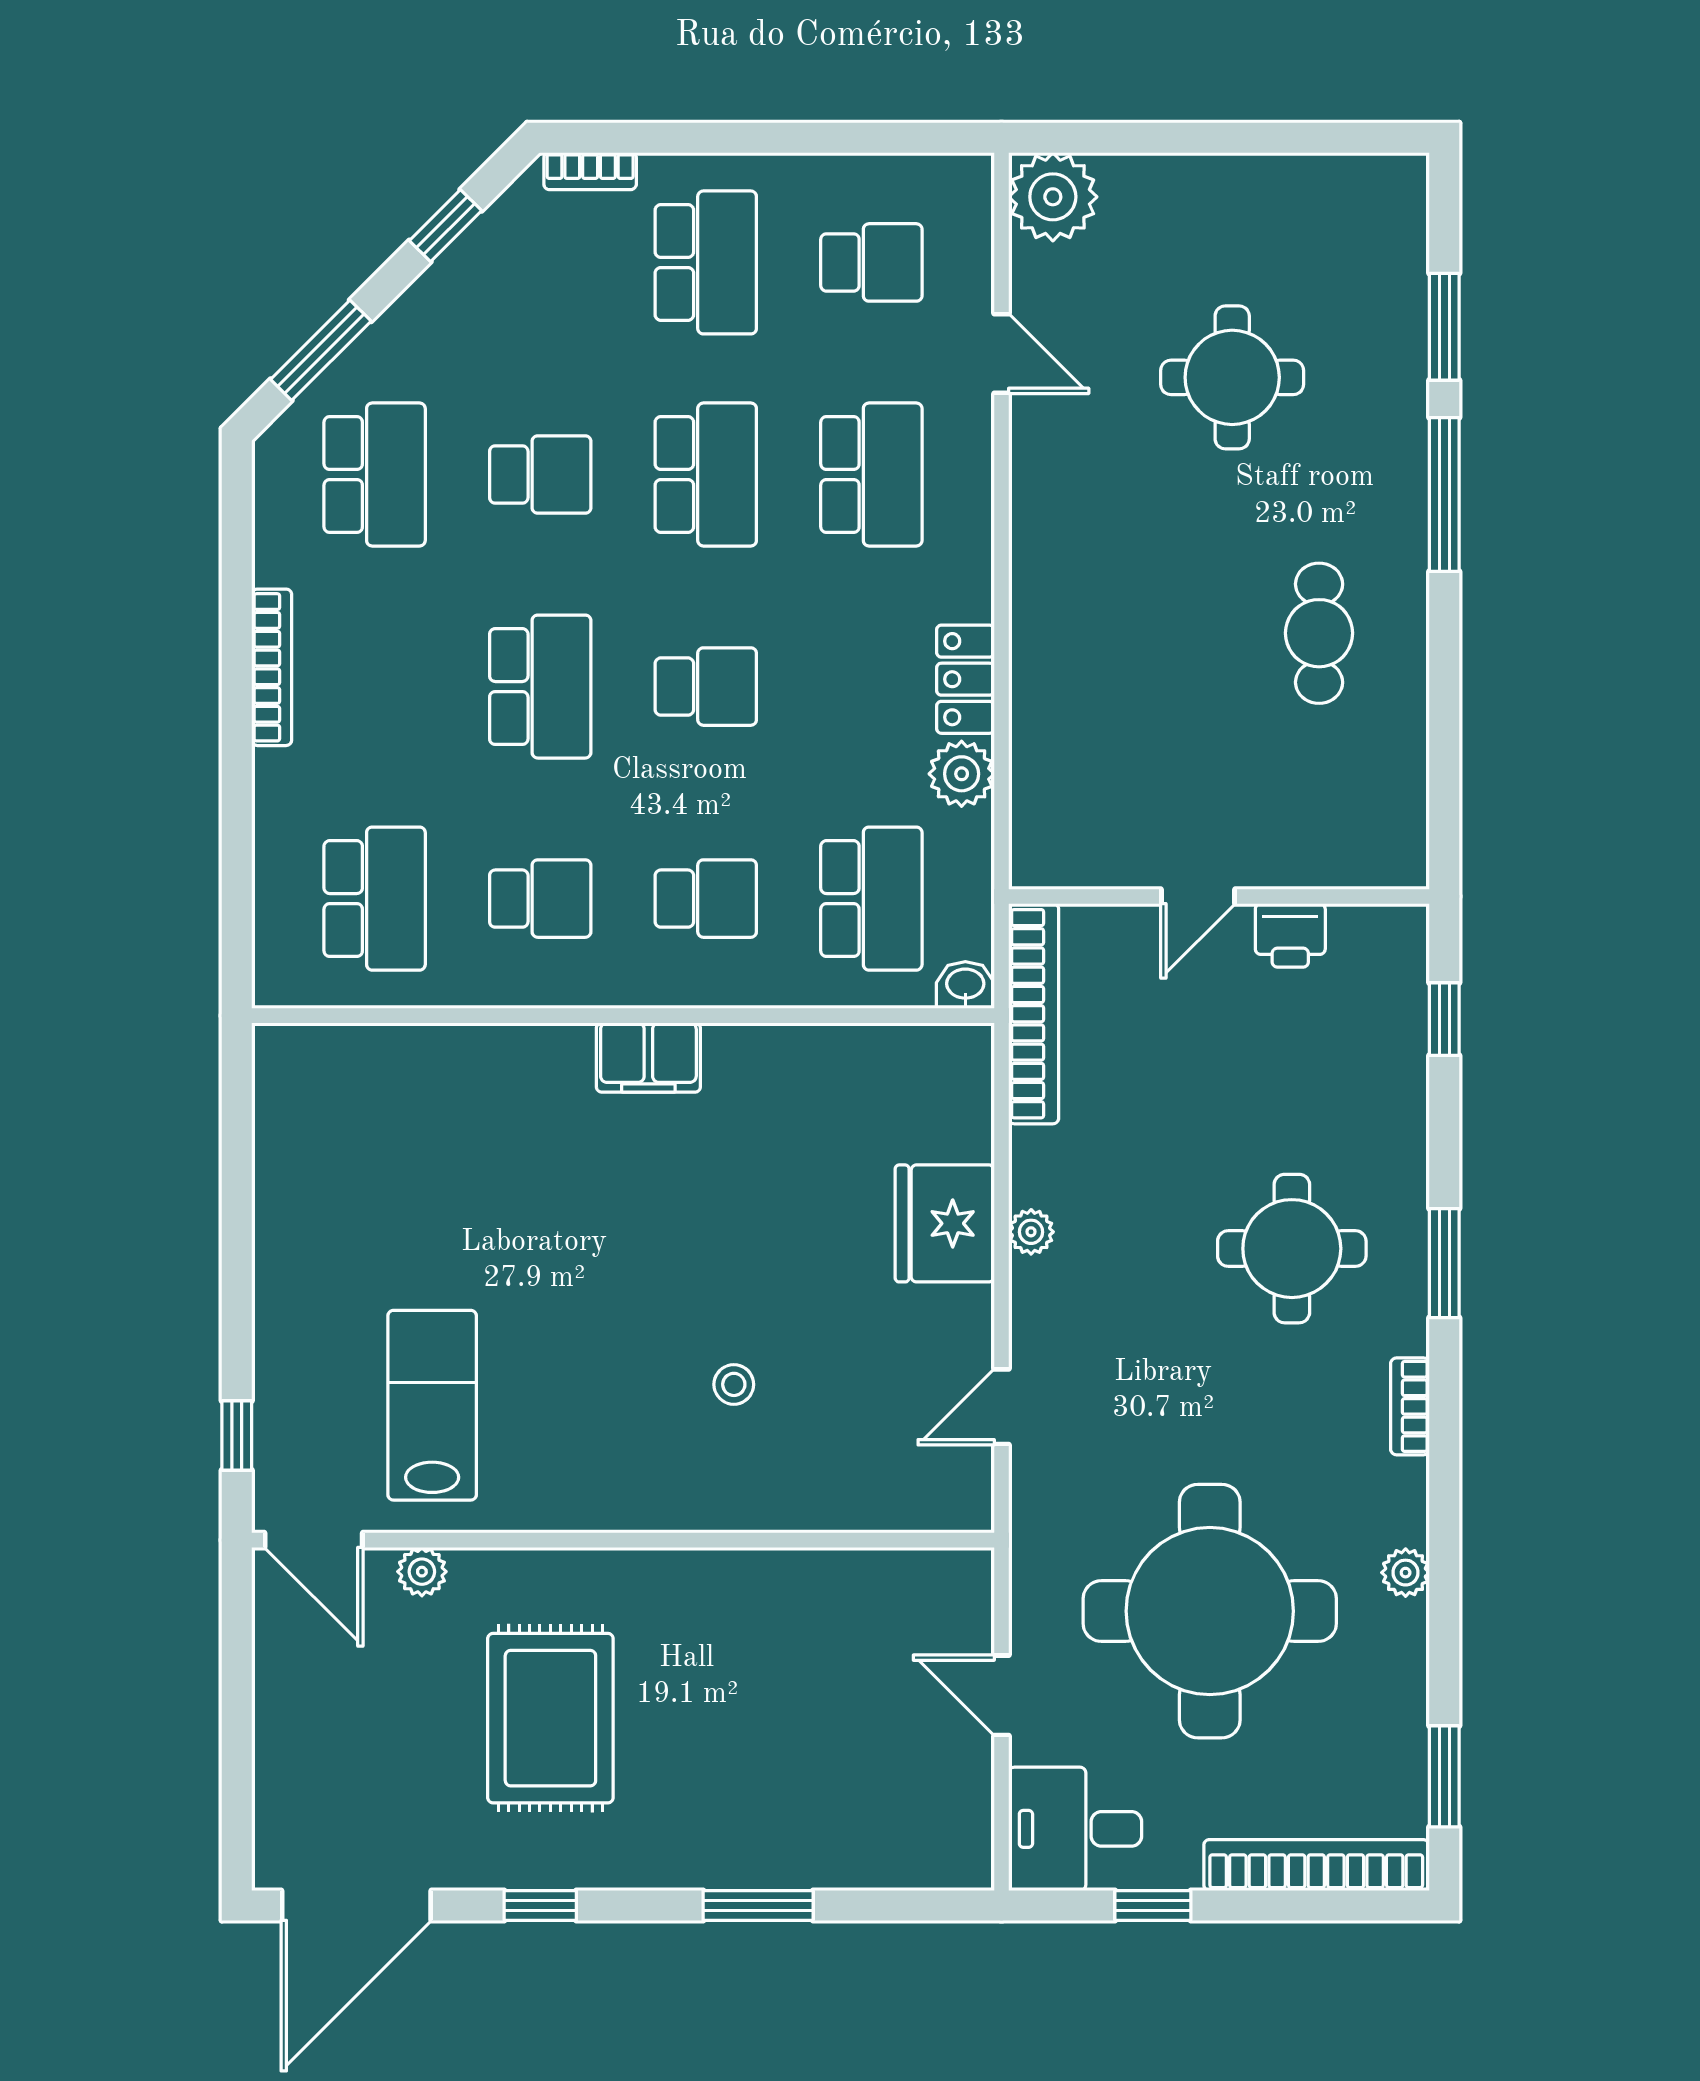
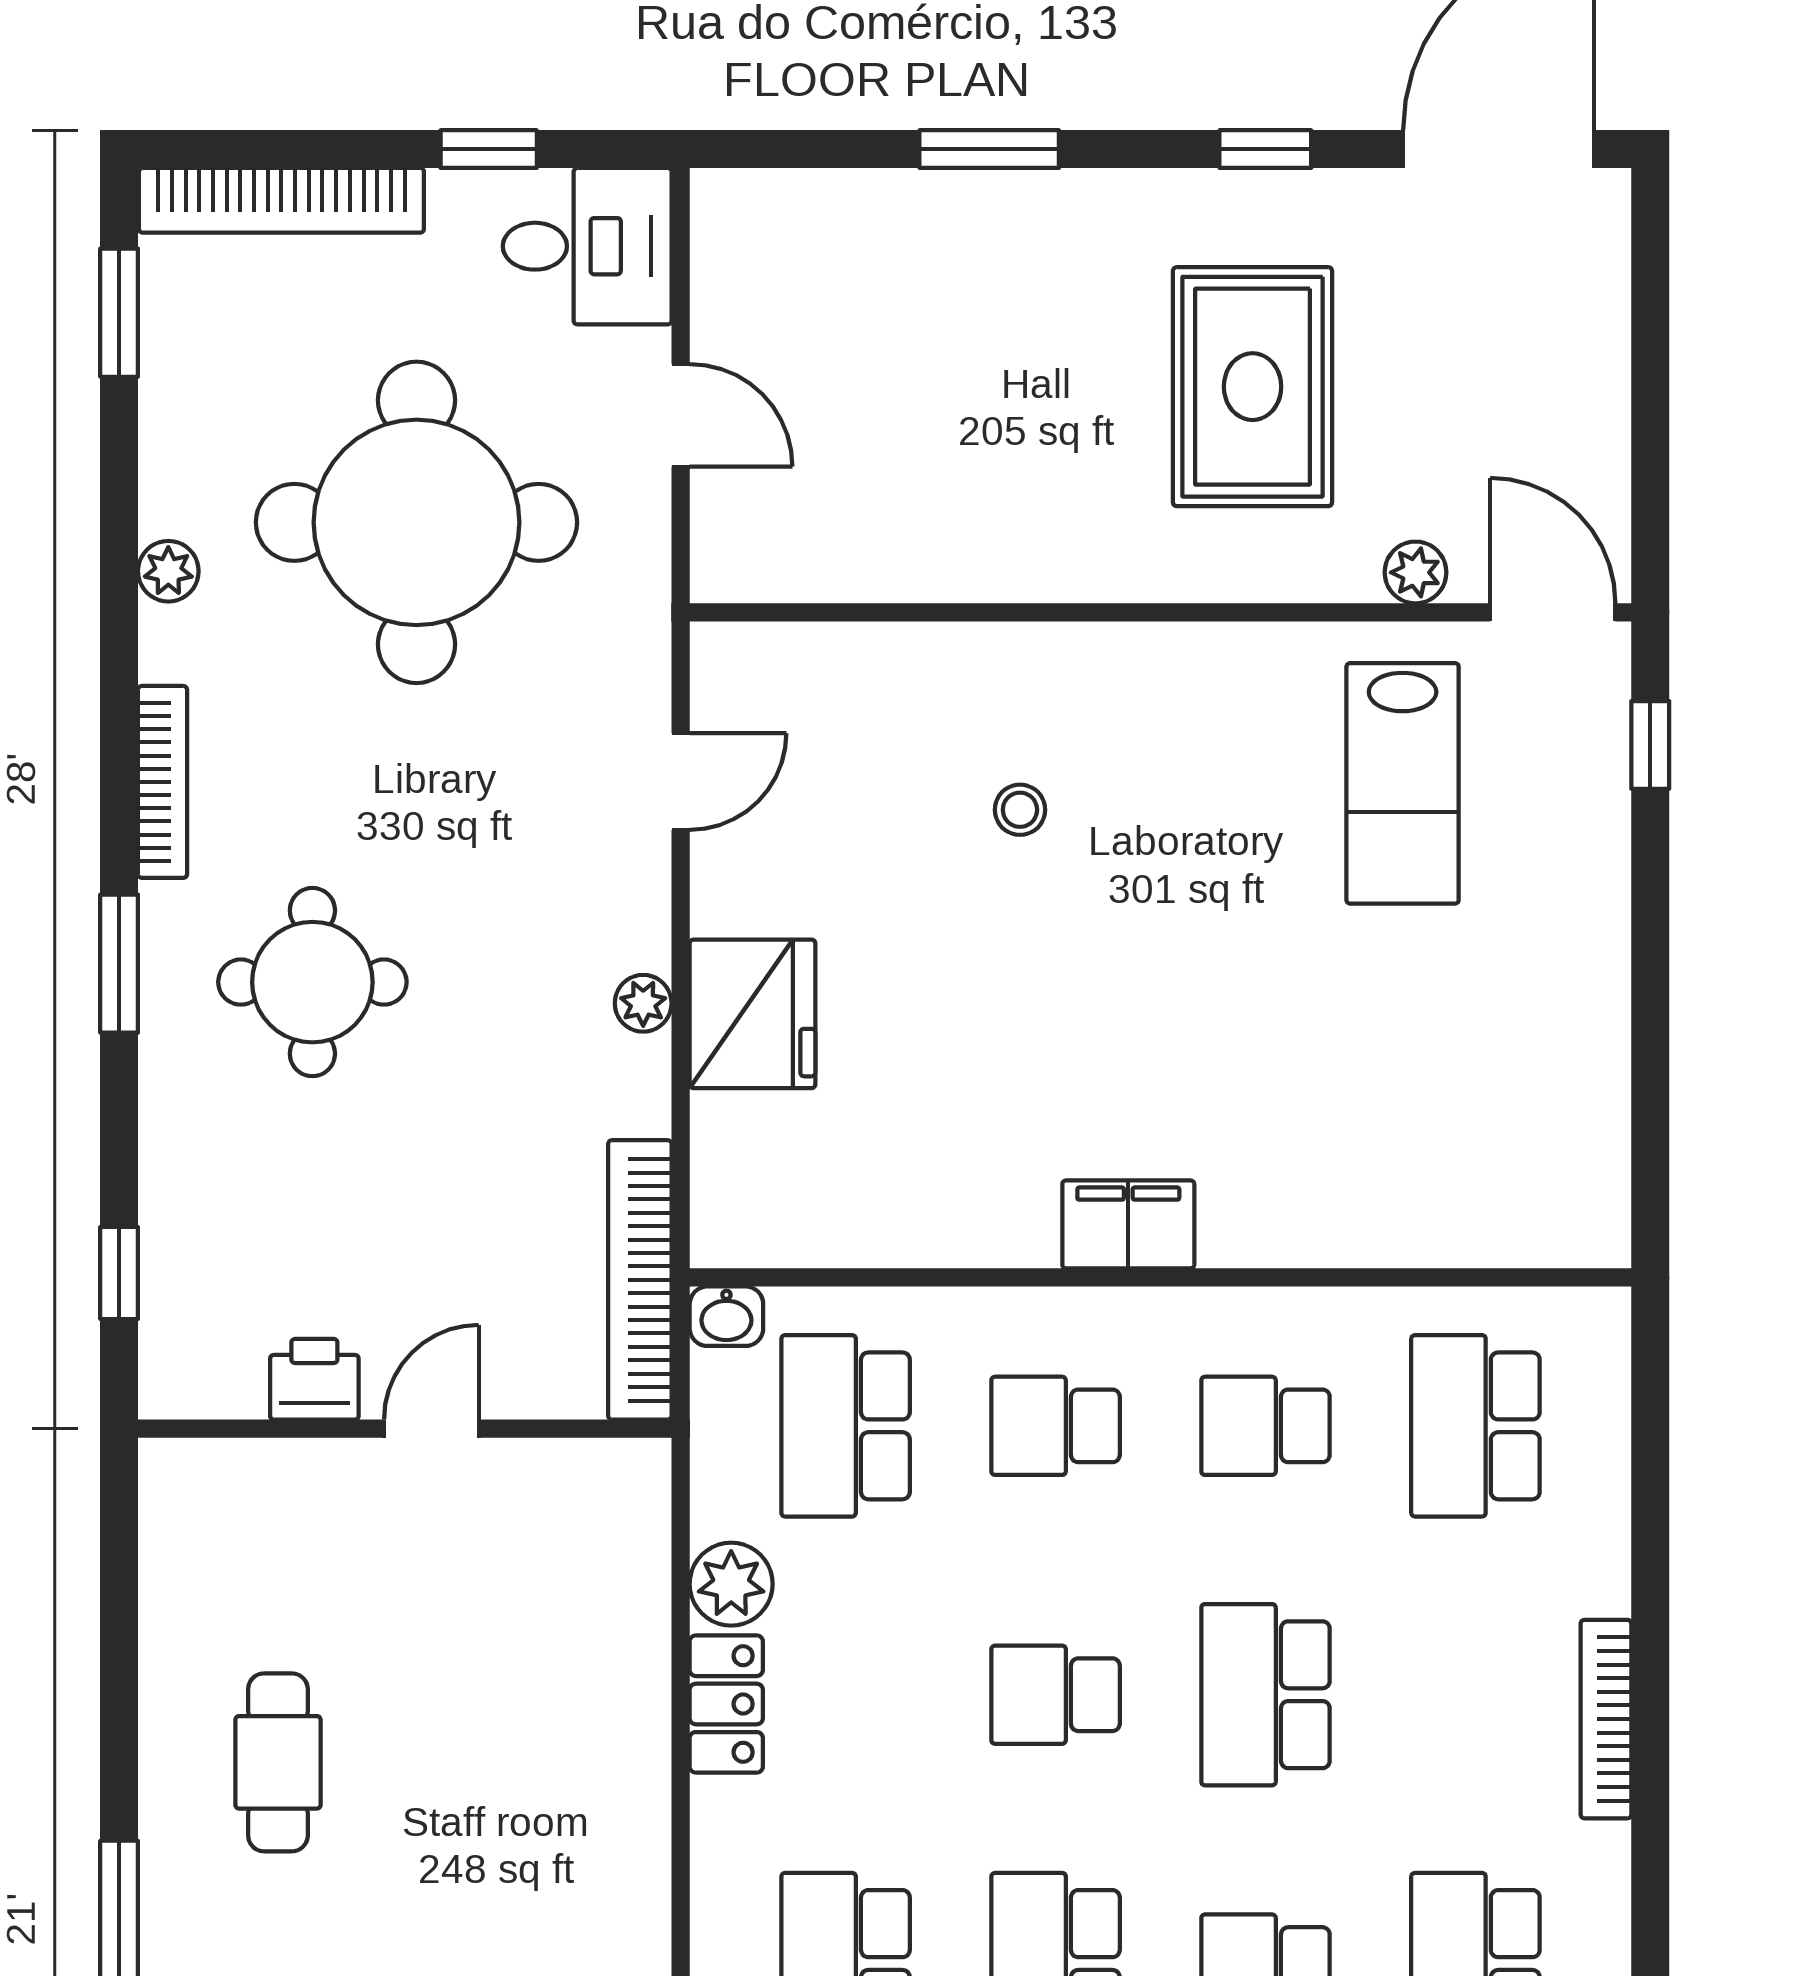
bookcase: (1410, 1406) -> (163, 782), width x1.56

